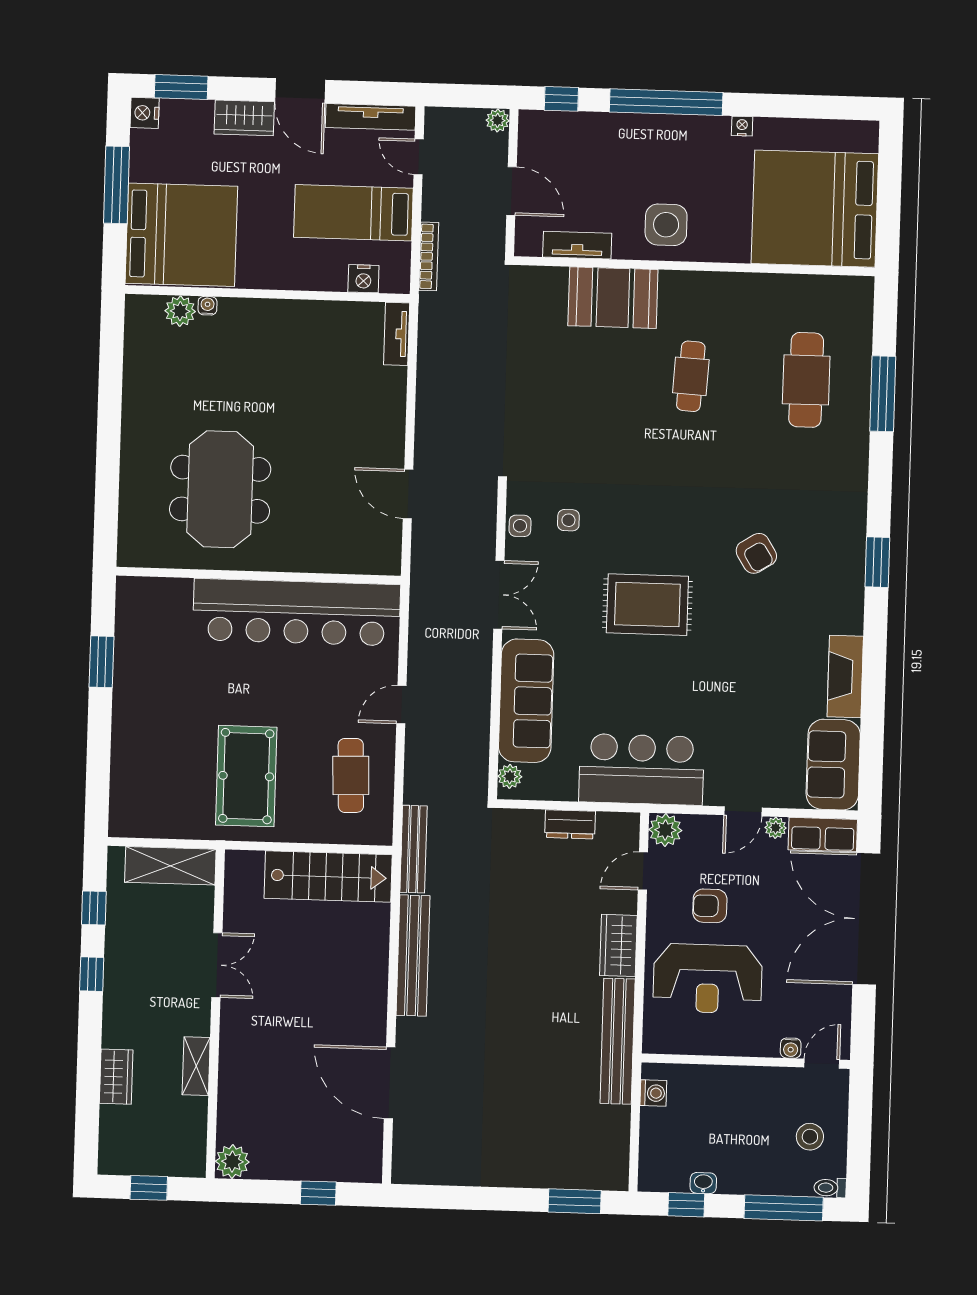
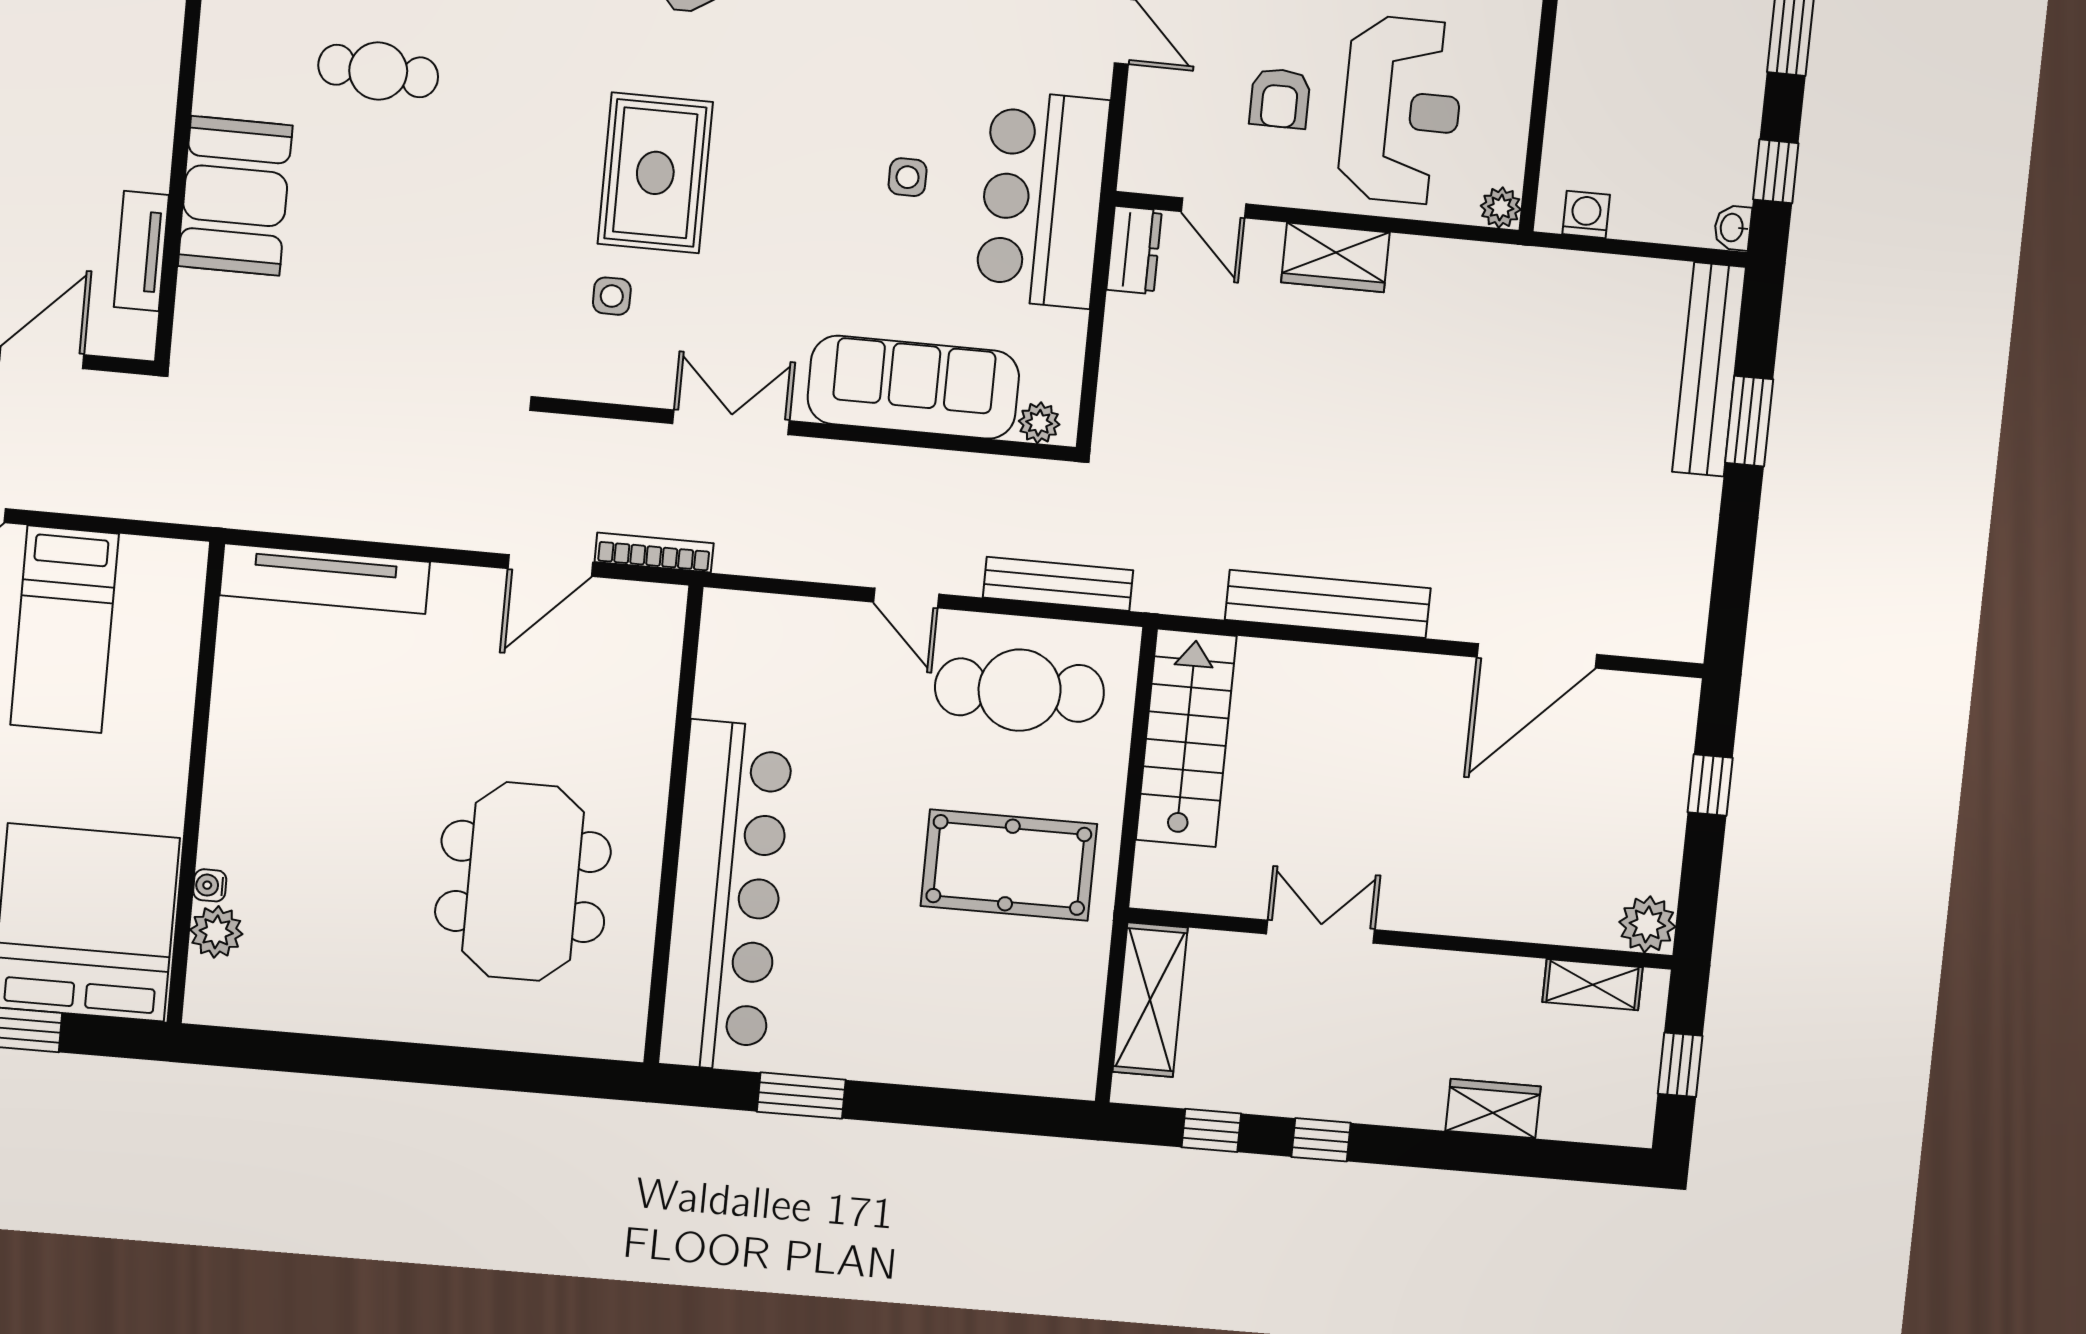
side table: (666, 225) -> (115, 96), removed
bookcase: (429, 256) -> (654, 553), moved
nightstand: (363, 279) -> (179, 619), removed
tv unit: (397, 334) -> (325, 579), width x1.92, depth x1.29
meeting table: (220, 489) -> (523, 881), turned 90
side table: (520, 526) -> (908, 177), moved
rug: (647, 605) -> (655, 173), moved
bar counter: (297, 612) -> (726, 896), moved
cafe table: (351, 775) -> (1020, 690), width x1.37, depth x1.35
dresser: (570, 824) -> (1134, 250), moved
plant: (665, 830) -> (1501, 208), moved, width x0.73, depth x0.73
bench: (413, 849) -> (1058, 584), moved
bench: (618, 1041) -> (1709, 369), moved, turned 90
shelving: (196, 1066) -> (1592, 985), moved
washbasin: (703, 1183) -> (1733, 228), moved
window: (575, 1201) -> (1749, 421), moved

